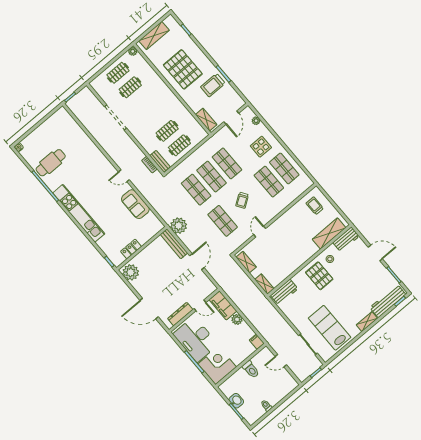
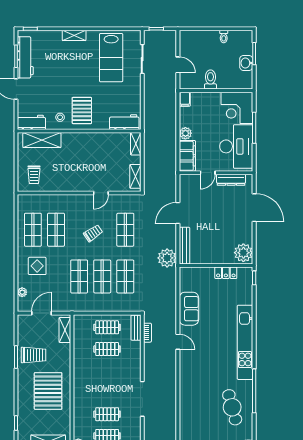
cafe table: (51, 163) -> (232, 407), turned 75
workbench: (388, 301) -> (25, 57), moved, turned -90
door: (200, 305) -> (208, 173), swing flipped

